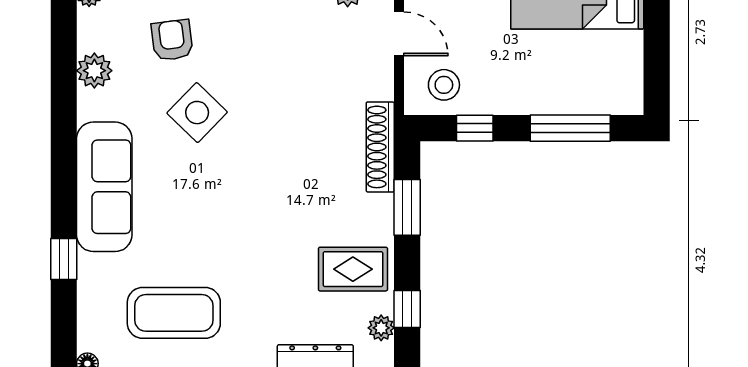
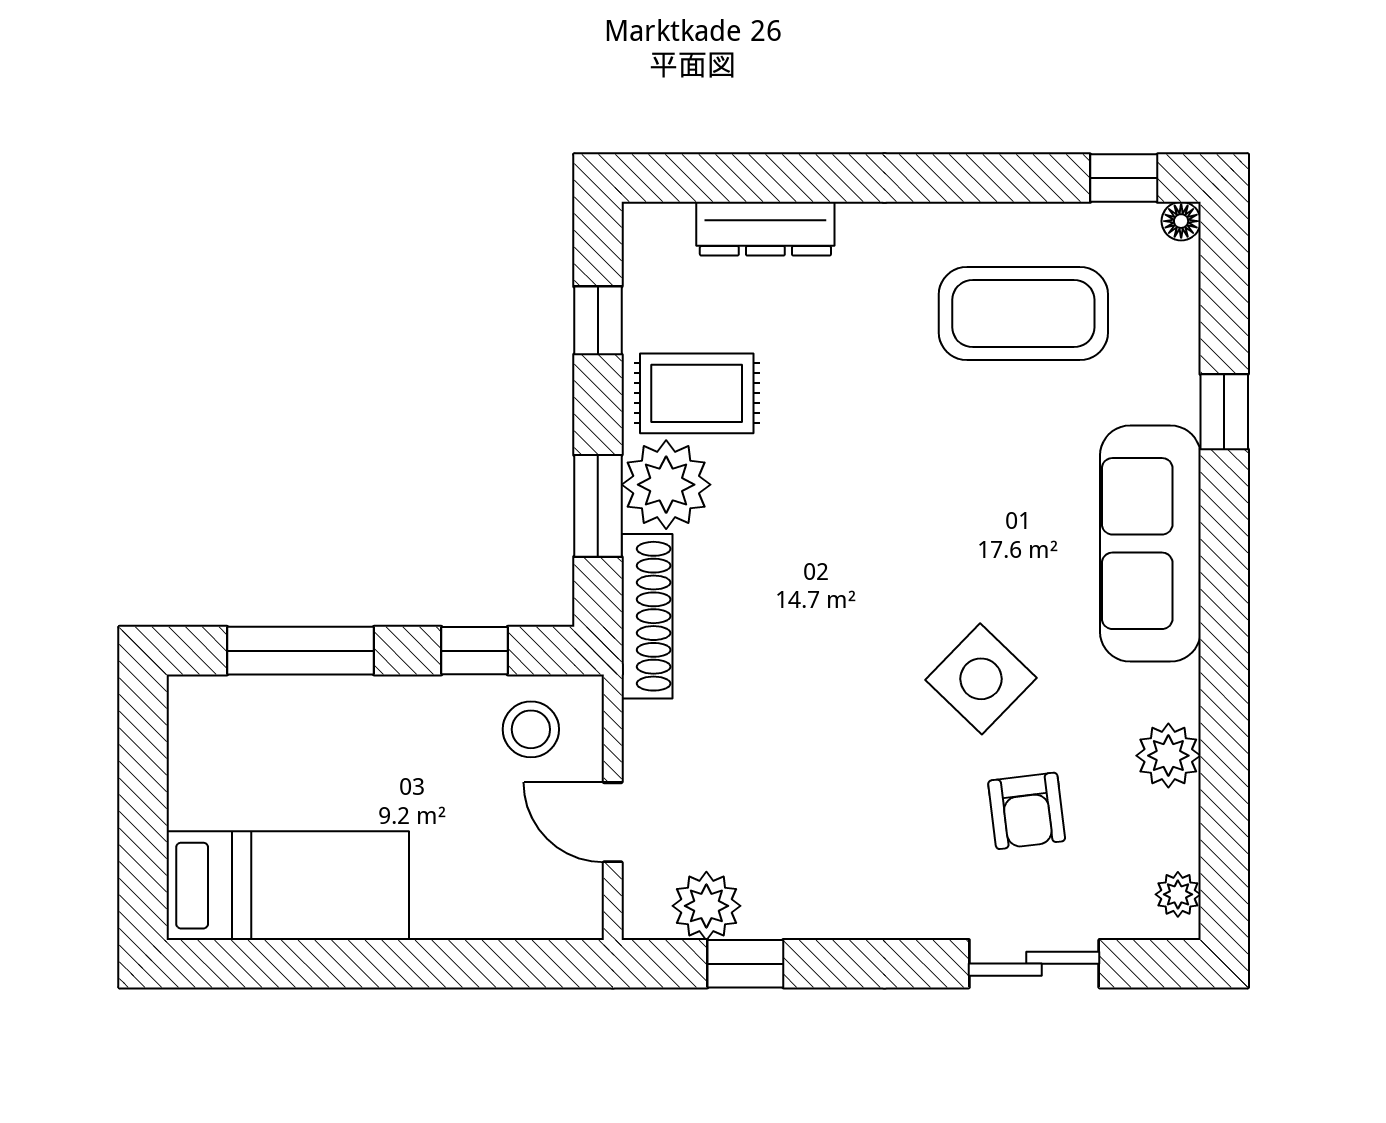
plant: (381, 328) -> (666, 485), moved, width x1.88, depth x1.88

